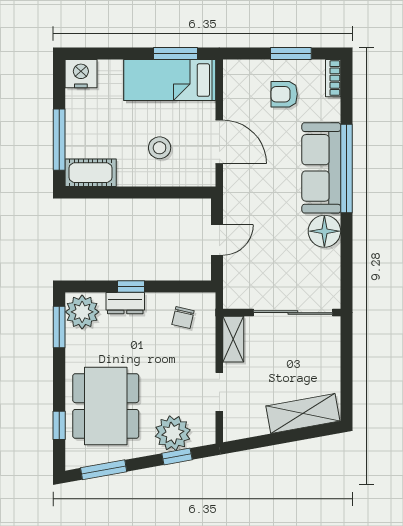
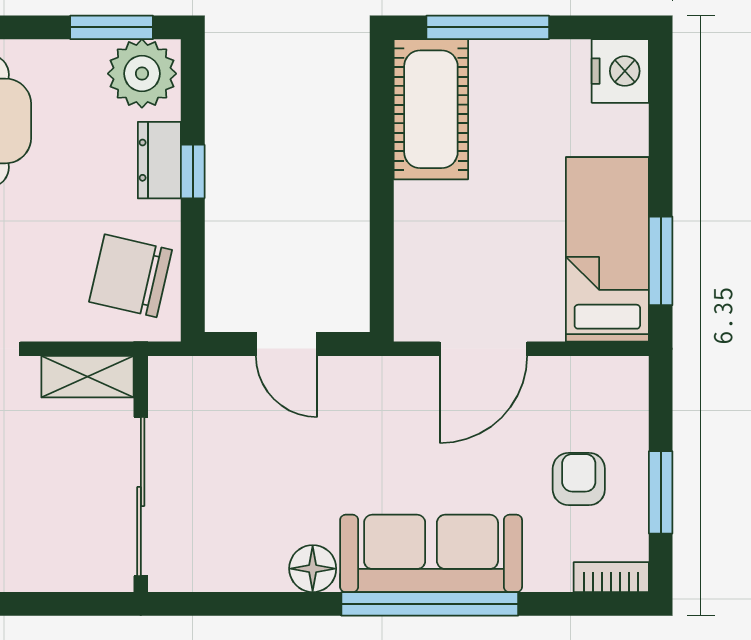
stool: (160, 148) -> (471, 229), removed
cot: (91, 173) -> (431, 109), width x1.37, depth x1.34
floor lamp: (324, 231) -> (313, 569), width x0.73, depth x0.73
chair: (183, 318) -> (131, 276), width x1.87, depth x1.87

